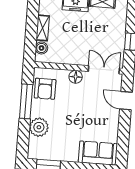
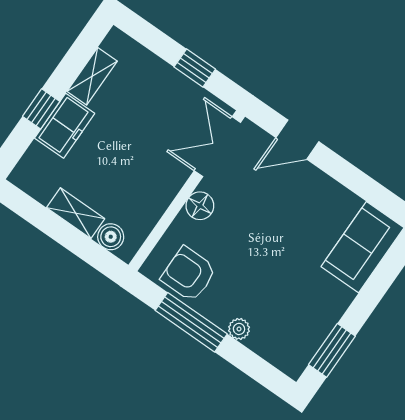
armchair: (45, 89) -> (189, 274), turned 180
plant: (39, 127) -> (239, 329), width x0.53, depth x0.53

